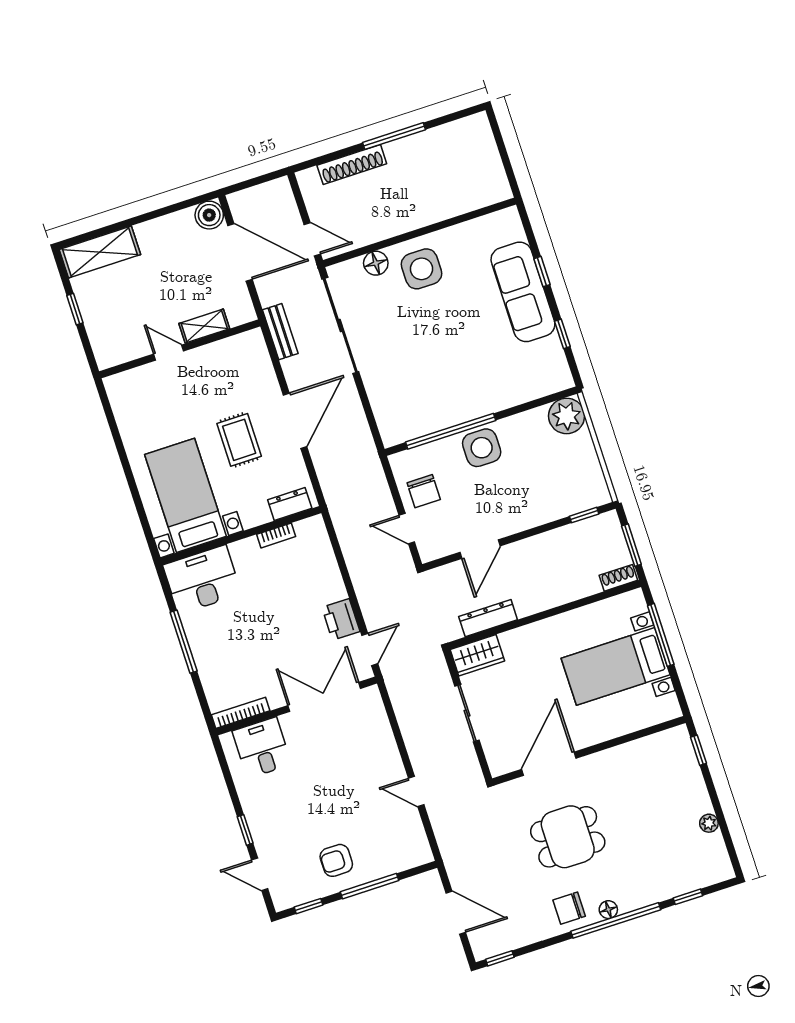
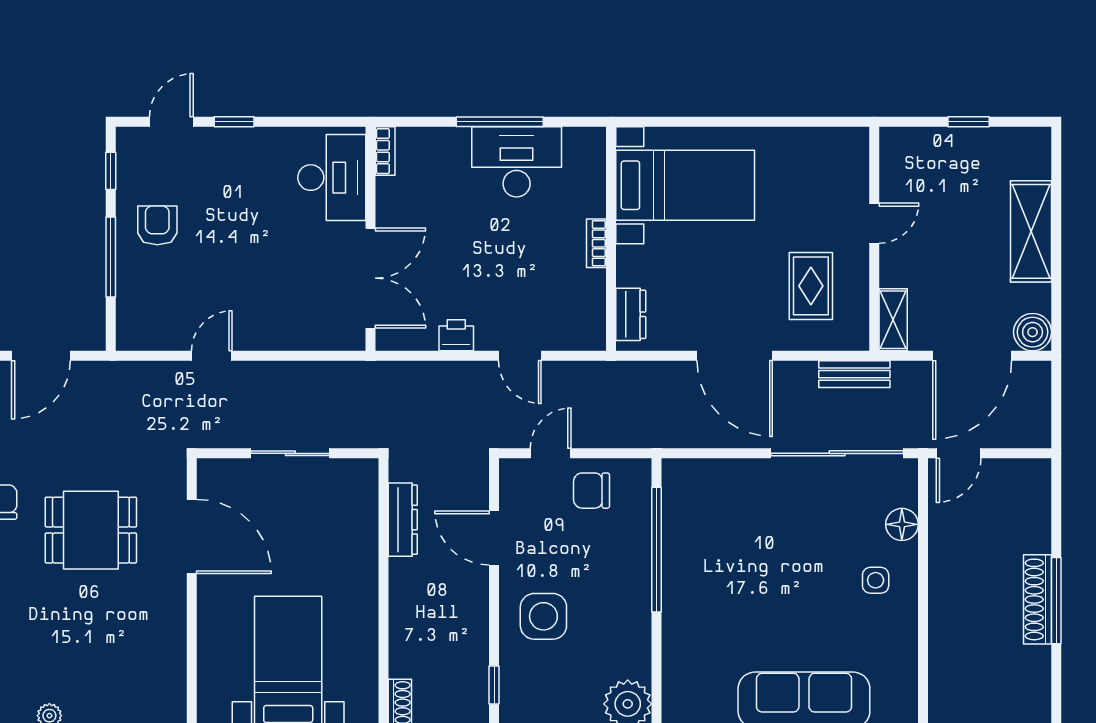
shoe rack: (352, 165) -> (1038, 599), moved
shelving: (100, 252) -> (1031, 231), moved
side table: (422, 269) -> (876, 580), width x0.54, depth x0.54
shelving: (204, 326) -> (893, 320), moved
rug: (239, 440) -> (811, 286), moved, turned 90
side table: (482, 448) -> (543, 616), moved
bookcase: (276, 535) -> (596, 243), moved
desk: (202, 580) -> (517, 162), moved, turned -90
printer: (341, 619) -> (456, 335), width x0.73, depth x0.81
door: (370, 649) -> (520, 356), moved
wardrobe: (477, 655) -> (360, 491), removed
bookcase: (241, 713) -> (385, 151), width x0.64
desk: (262, 748) -> (332, 178), width x1.37
dining table: (568, 837) -> (91, 530), turned 90

